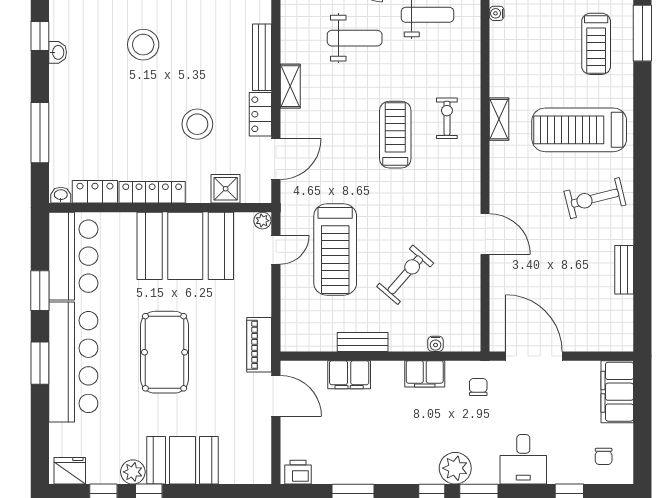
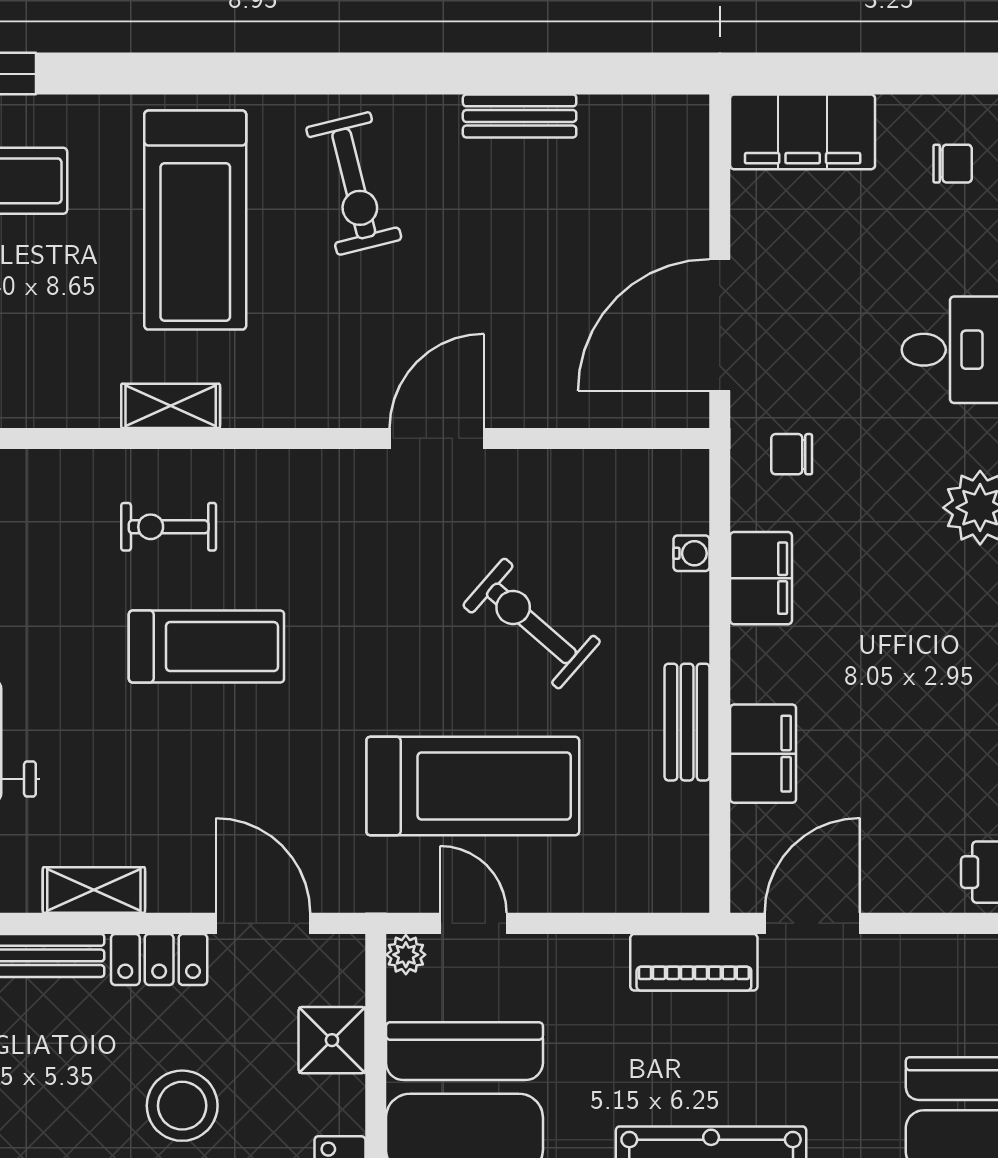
treadmill: (395, 135) -> (206, 647), turned 180

